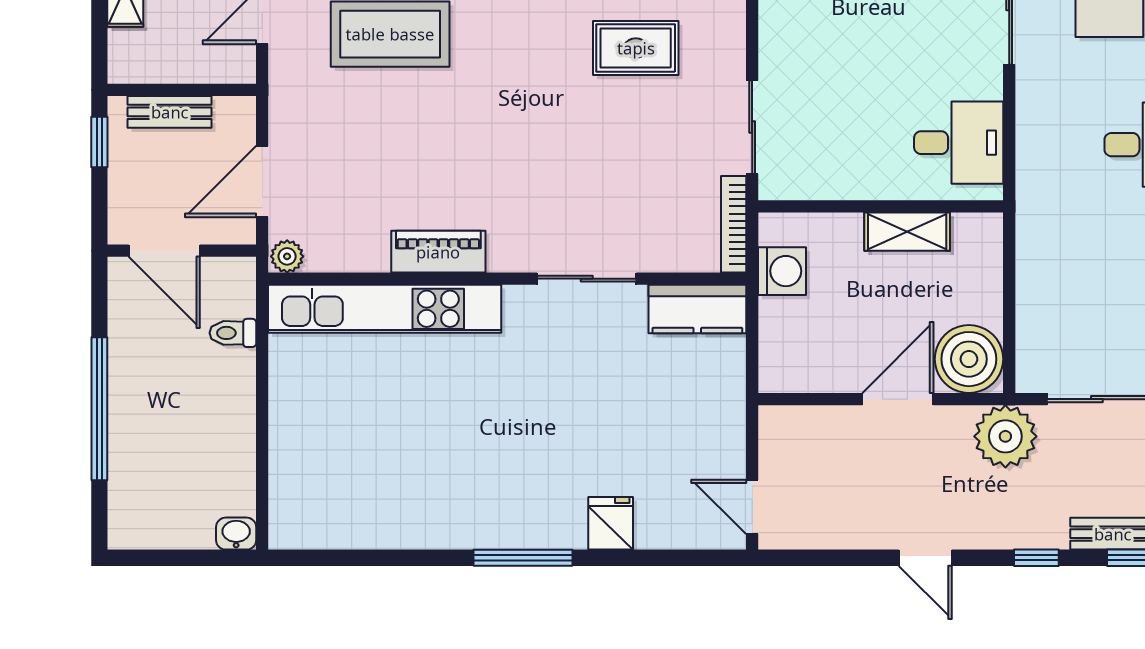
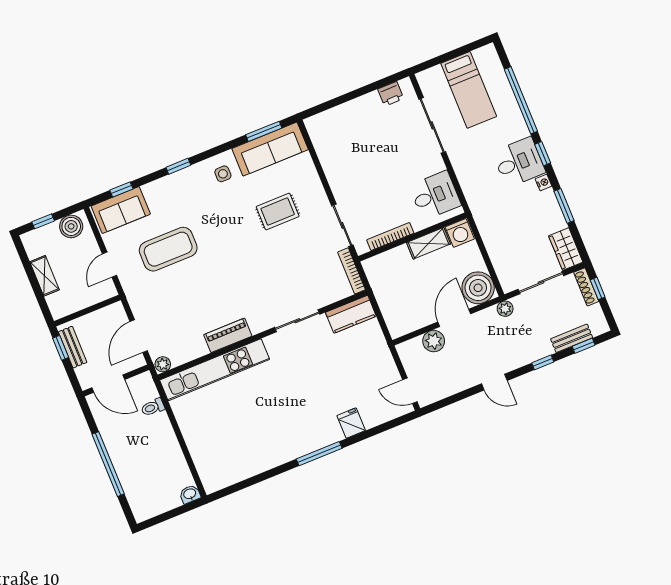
bench: (170, 112) -> (73, 347), moved, turned 90
bookcase: (837, 188) -> (390, 237), added
washing machine: (782, 271) -> (460, 233), moved, turned 90
plant: (839, 428) -> (434, 341), added
plant: (1005, 436) -> (505, 309), width x0.53, depth x0.53

